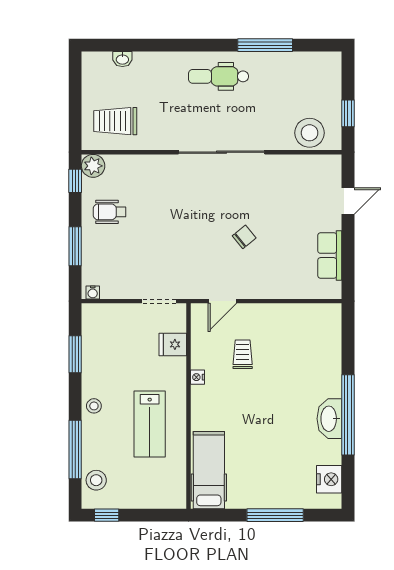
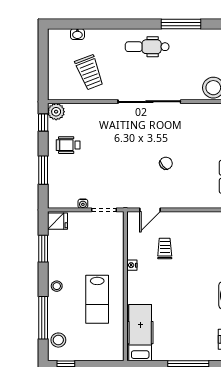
trolley: (115, 121) -> (89, 72), moved, turned -111
water cooler: (93, 292) -> (83, 204), moved
fridge: (173, 344) -> (58, 221), moved, turned 180

